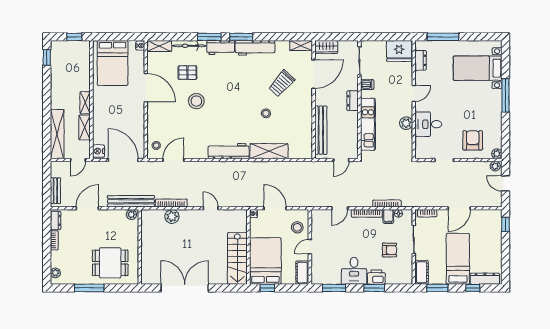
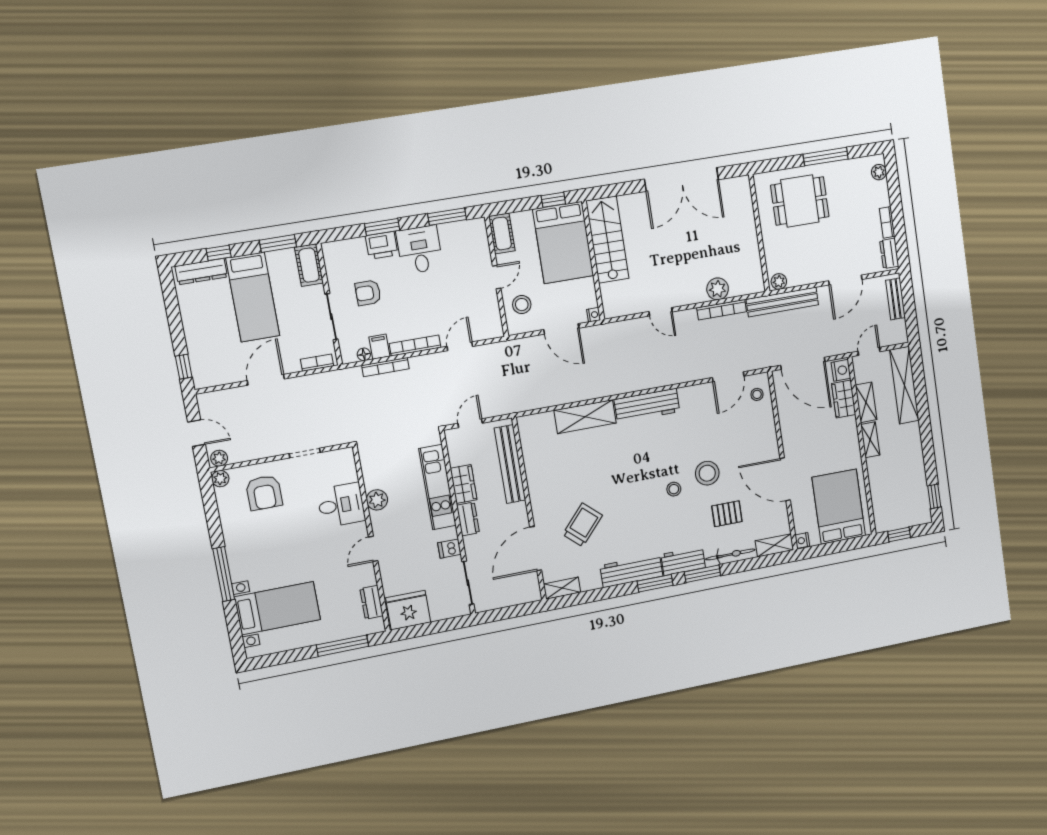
wardrobe: (326, 47) -> (464, 484), moved, turned 90
stool: (266, 113) -> (674, 489), moved
wardrobe: (99, 132) -> (844, 399), added

